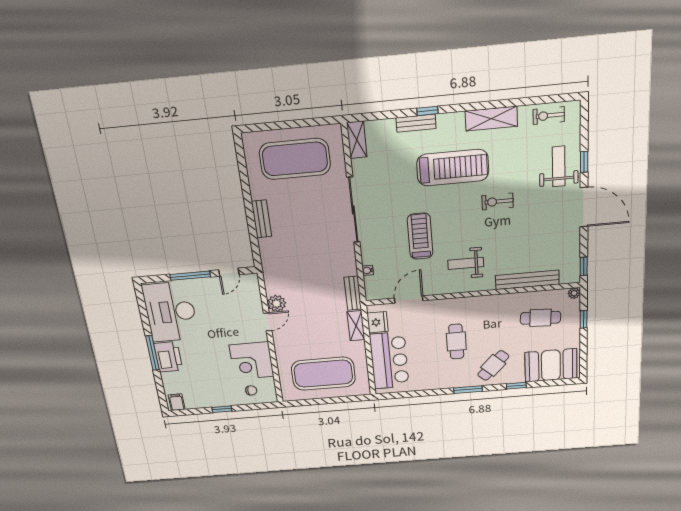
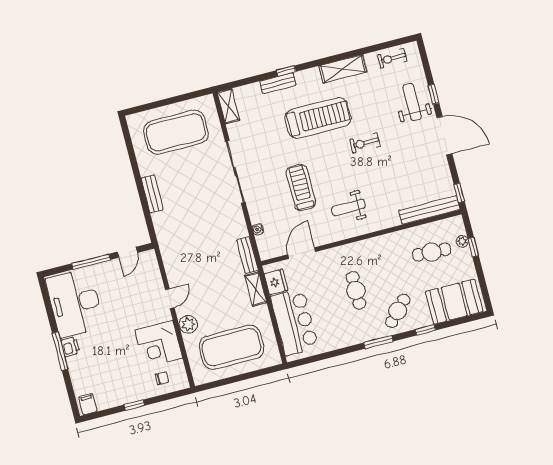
bench: (527, 280) -> (429, 210), moved
plant: (574, 293) -> (462, 241), moved
plant: (277, 303) -> (188, 324), moved
printer: (168, 357) -> (70, 347), width x0.53, depth x0.68

